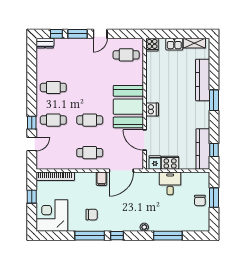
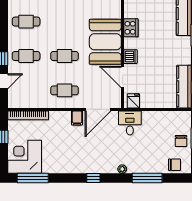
dishwasher: (152, 109) -> (130, 57), moved
cooker: (170, 163) -> (131, 28), moved, turned 90
desk: (170, 183) -> (130, 123), moved
chair: (92, 215) -> (174, 165), moved
window: (90, 236) -> (33, 178), moved

